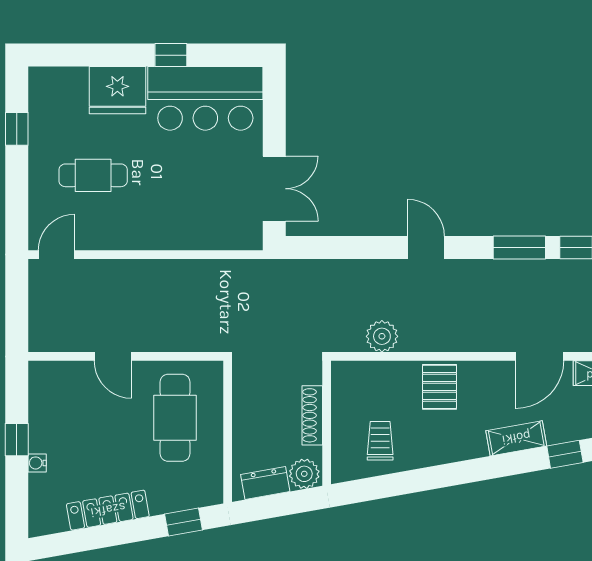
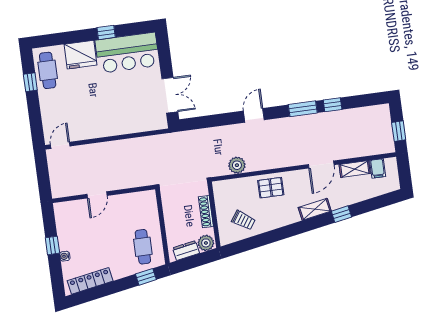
cafe table: (93, 175) -> (48, 70), moved, turned 90
door: (426, 247) -> (254, 115), hinge flipped
door: (113, 356) -> (97, 195), hinge flipped
pallet: (440, 387) -> (271, 188), turned 90
cafe table: (175, 418) -> (143, 247), moved, width x0.73, depth x0.74
trolley: (380, 441) -> (243, 220), turned 124
locker: (108, 510) -> (90, 281), moved

